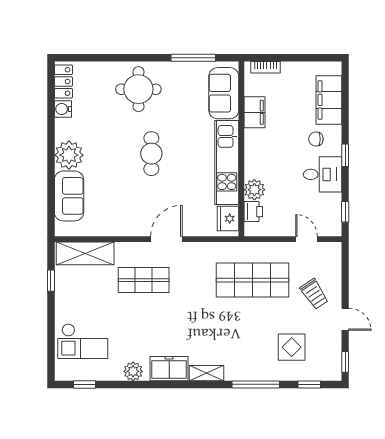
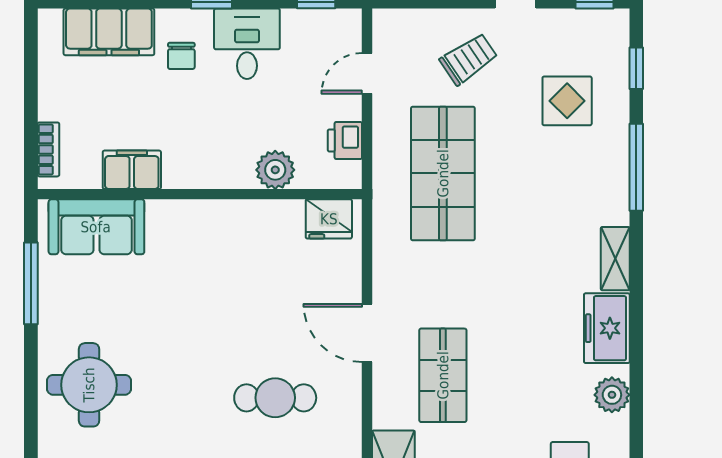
cafe table: (151, 154) -> (275, 398), moved
kitchen unit: (227, 163) -> (225, 221), removed
printer: (253, 212) -> (345, 140), moved, turned -90

